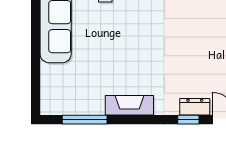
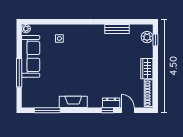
window: (36, 55) -> (19, 73), added

